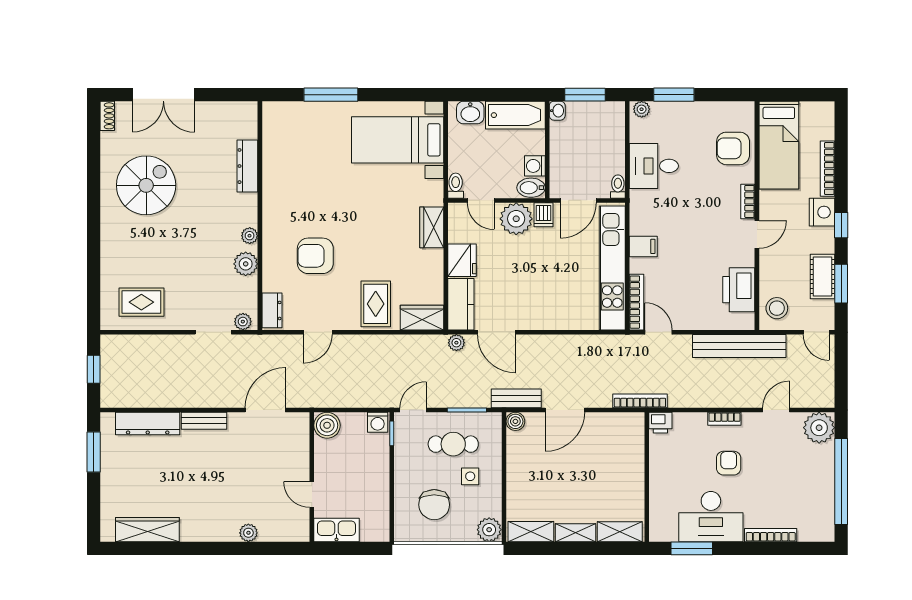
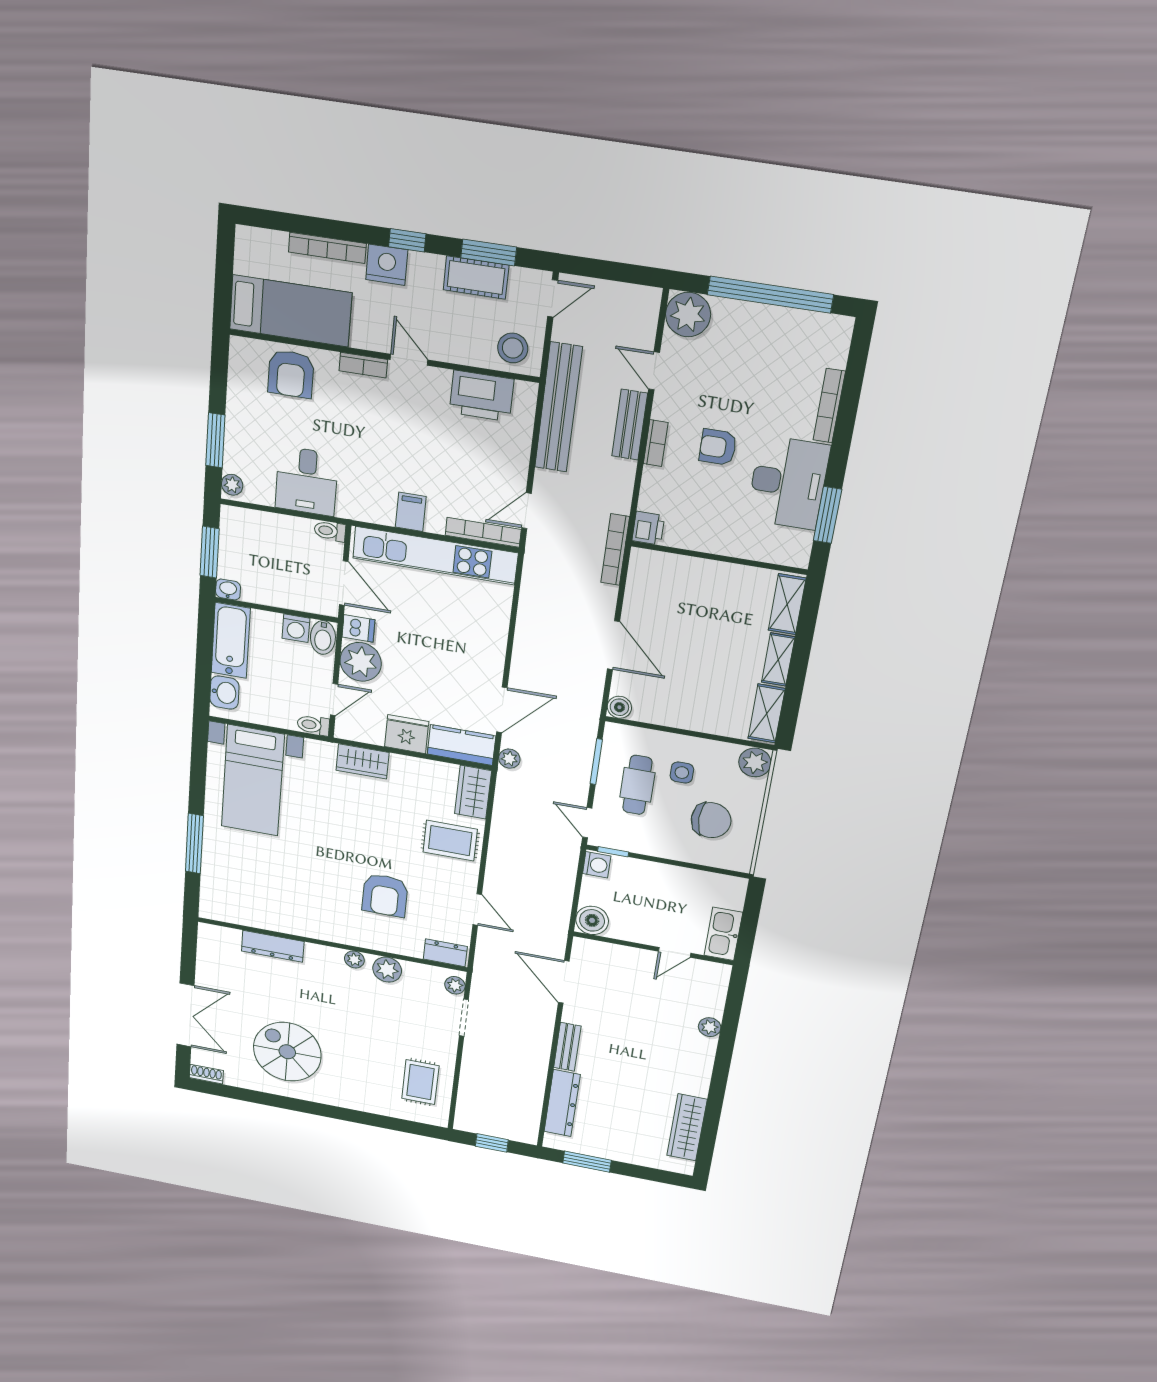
bench: (516, 398) -> (630, 425), moved

